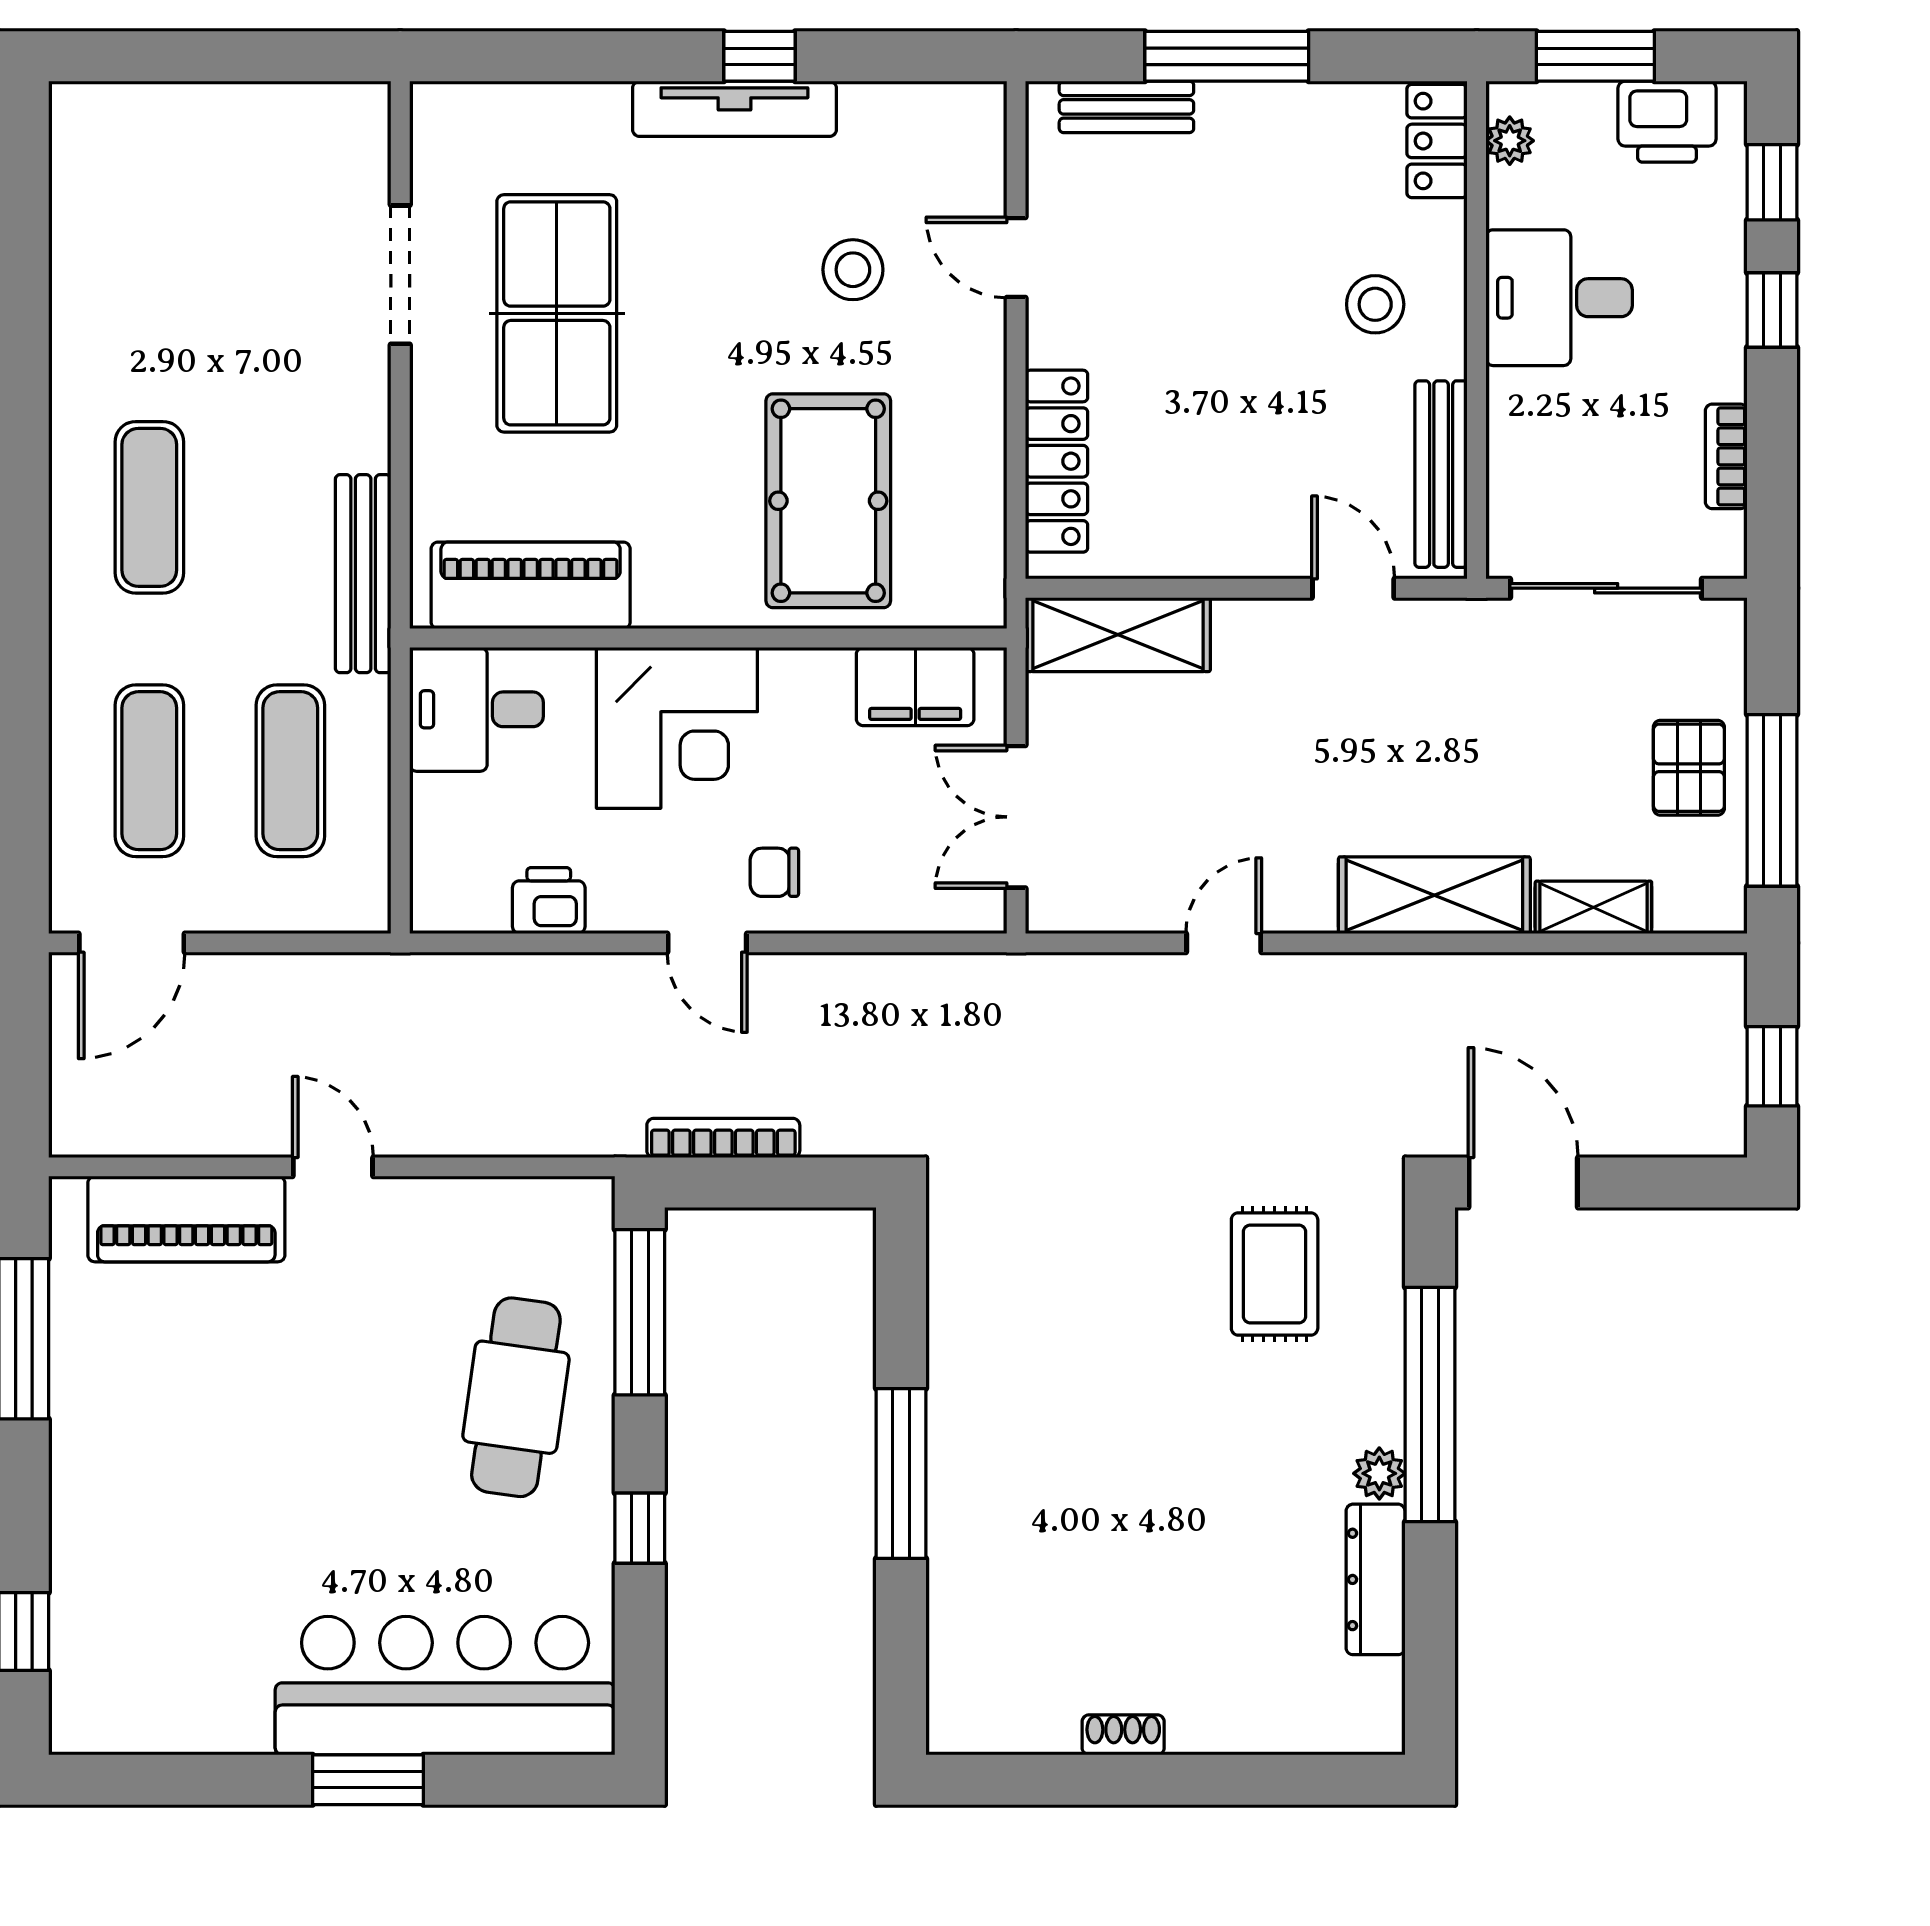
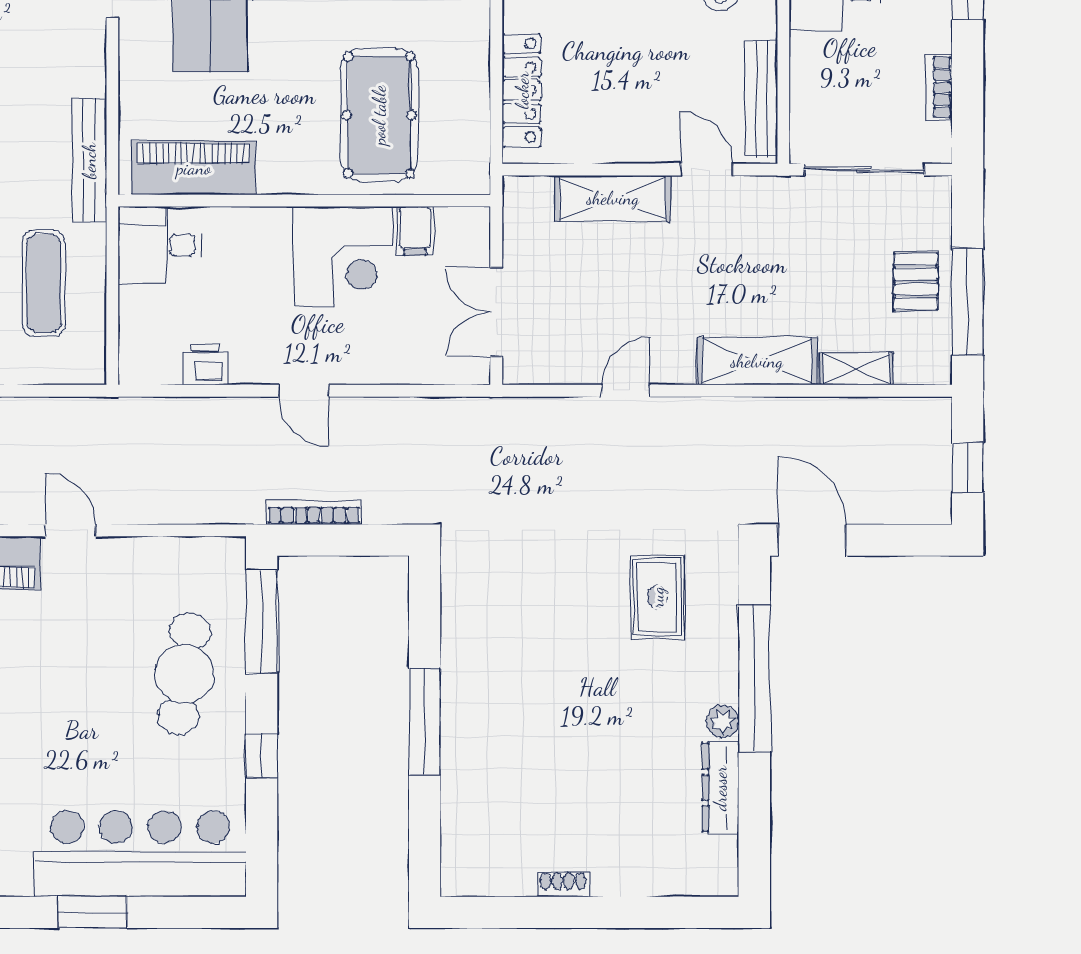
shelving: (1118, 635) -> (613, 198), moved
filing cabinet: (915, 687) -> (415, 231), width x0.50
corner desk: (677, 728) -> (343, 257), moved
chair: (774, 872) -> (346, 347), removed

